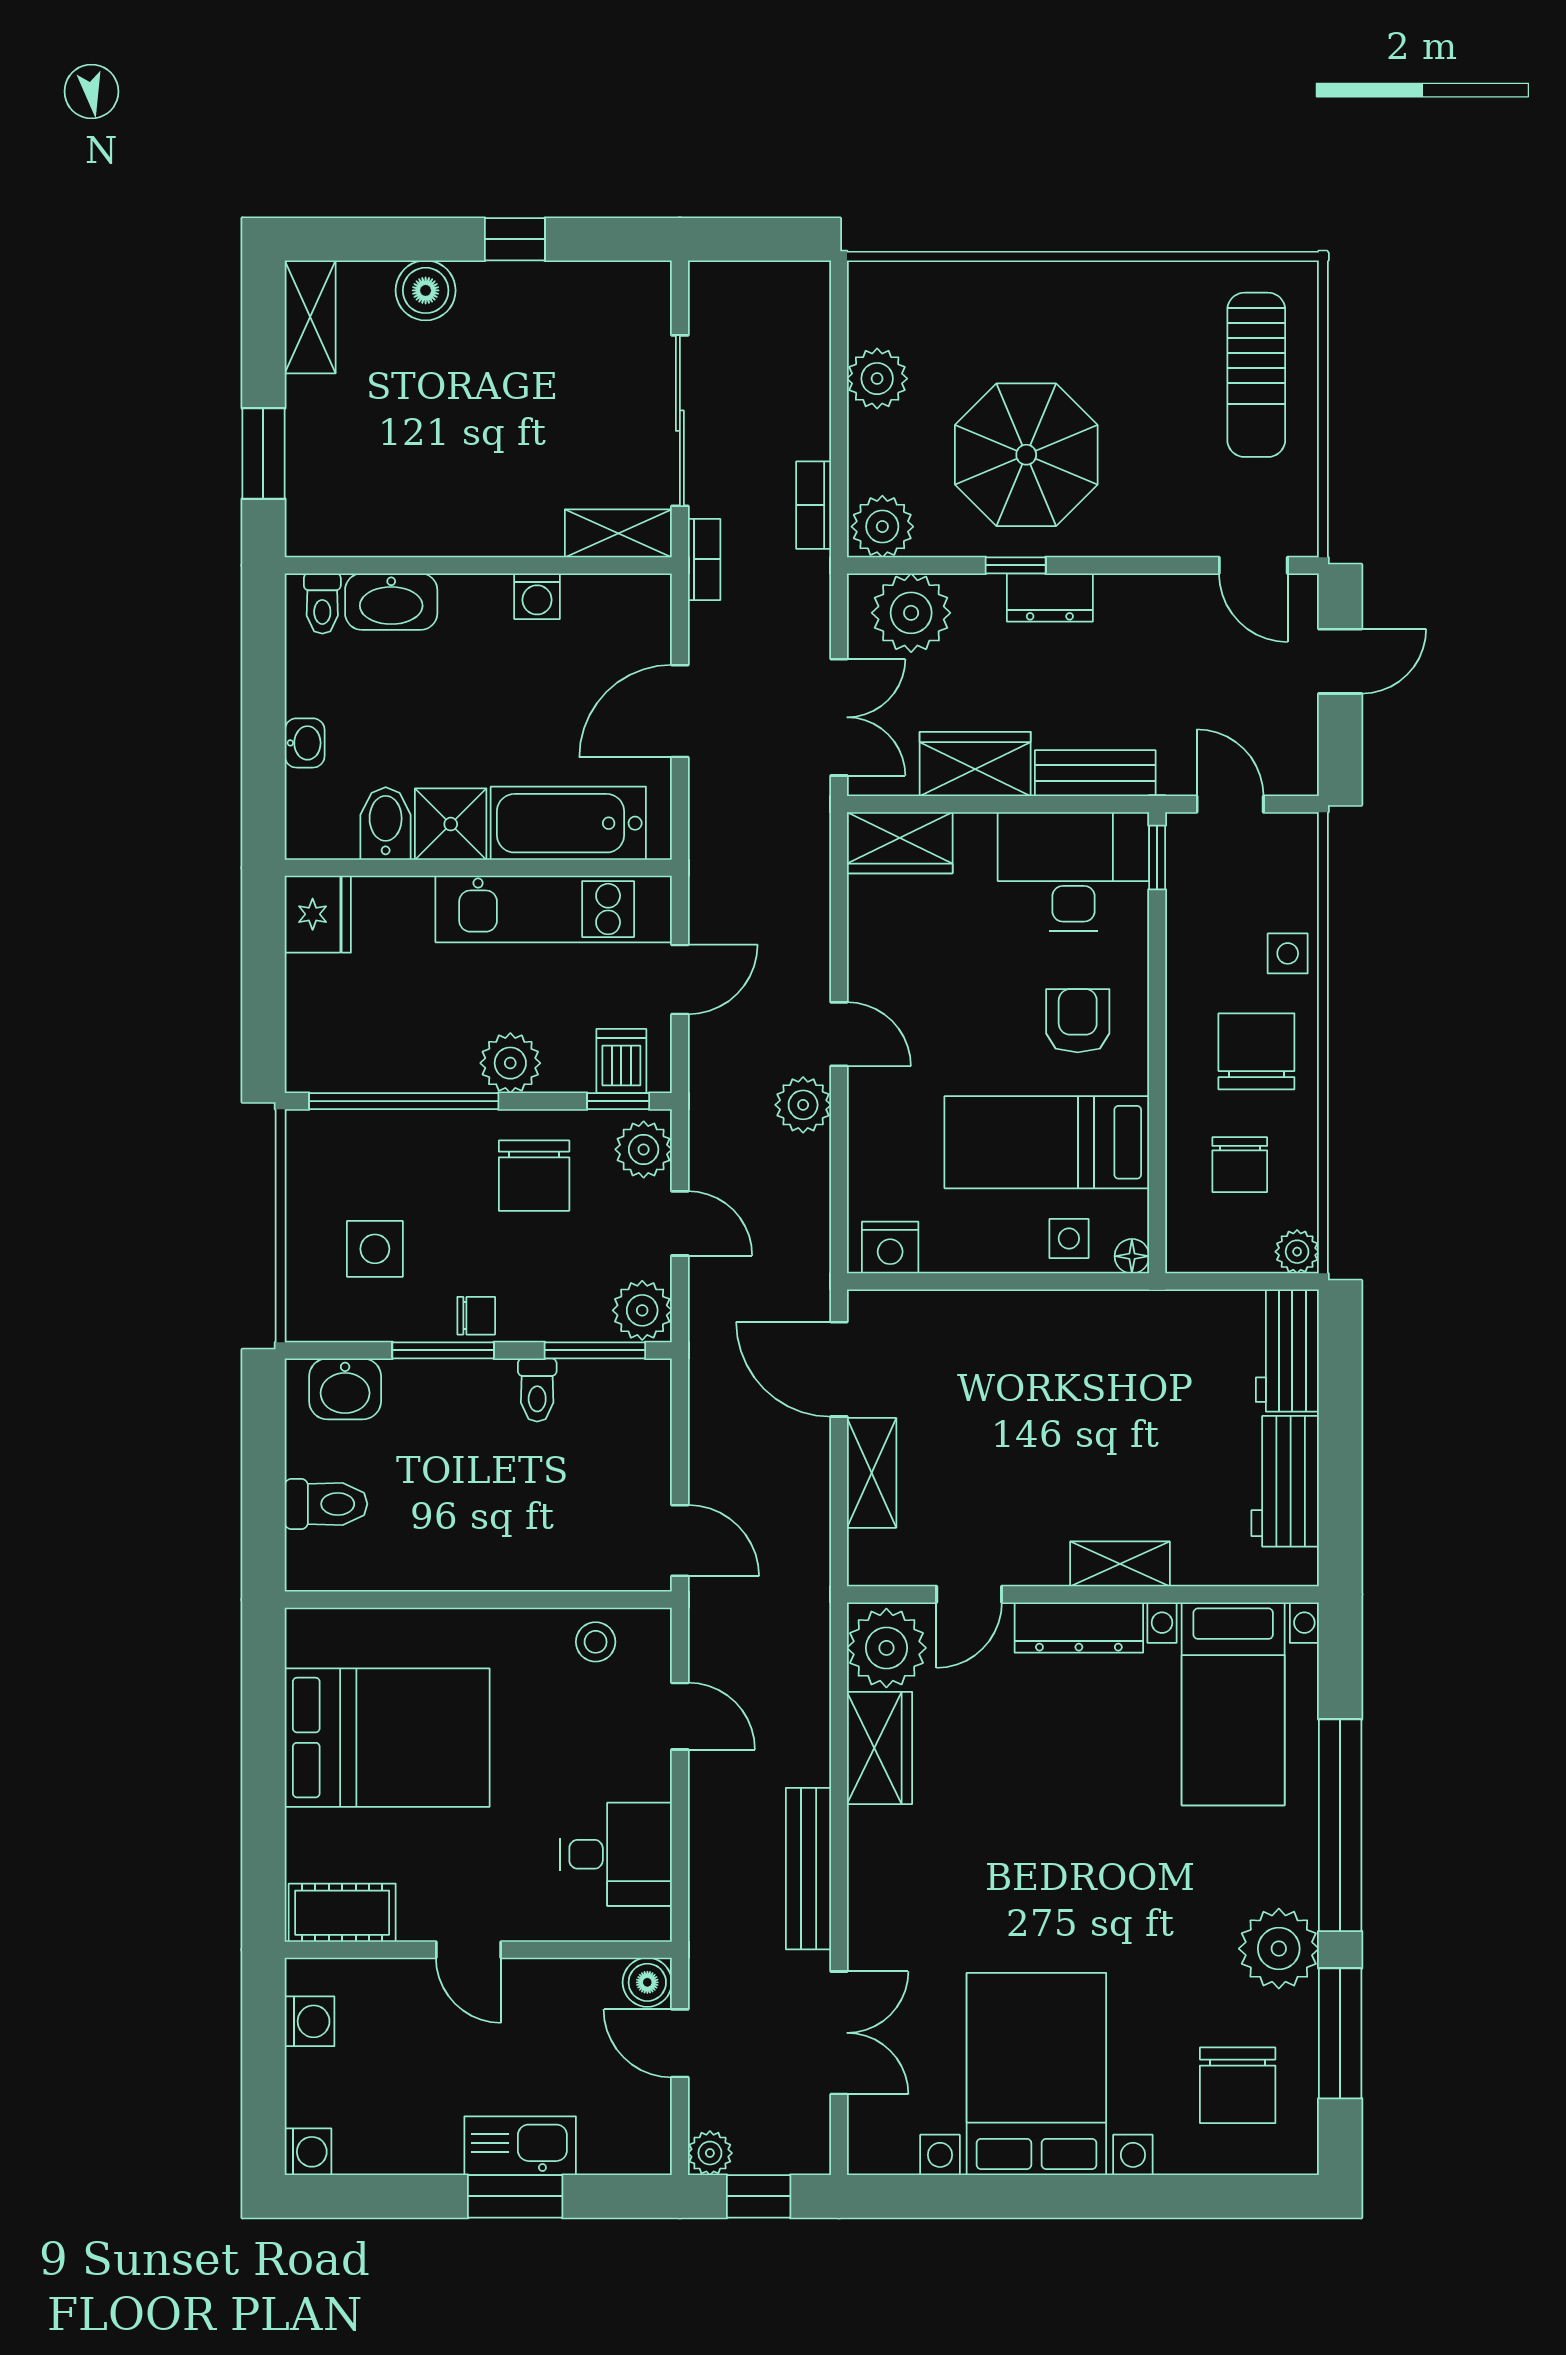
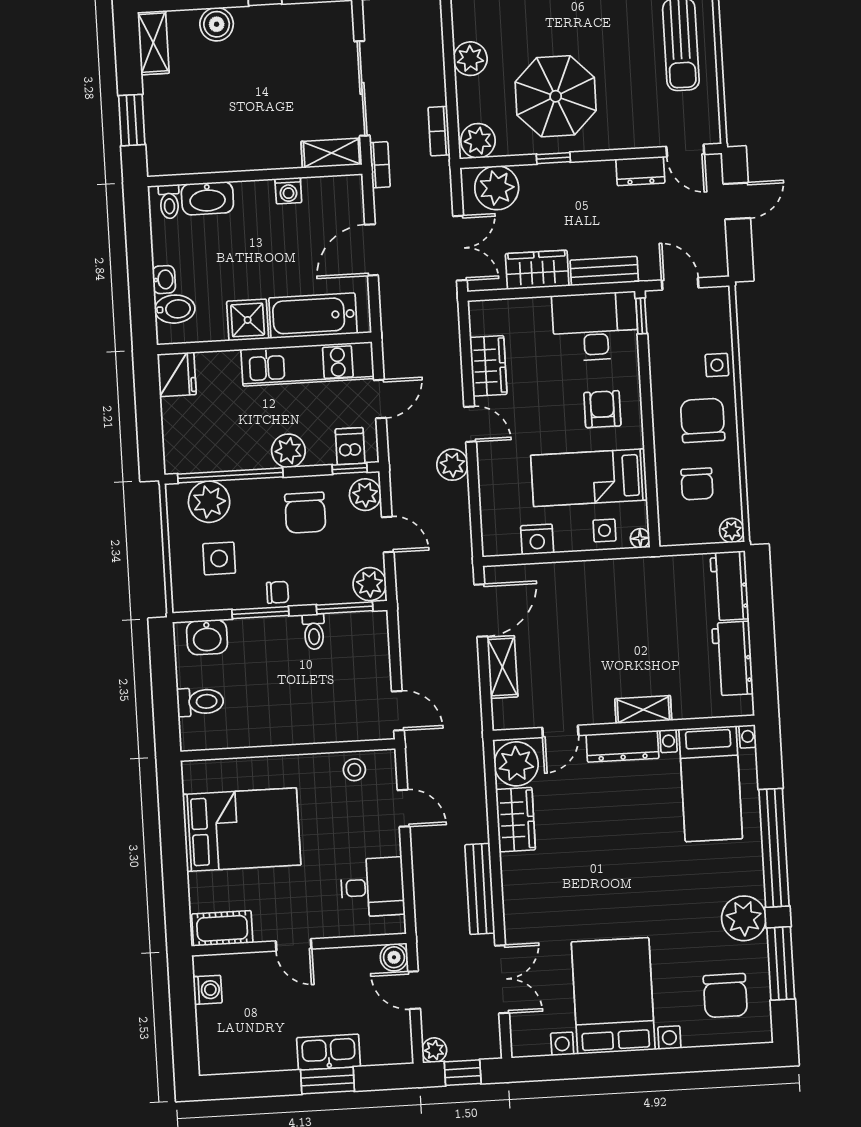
dresser: (1050, 598) -> (640, 171), moved
bidet: (386, 823) -> (175, 309), moved, turned 90
wardrobe: (900, 843) -> (488, 366), moved, turned -90
plant: (363, 1146) -> (209, 502), added
nightstand: (890, 1248) -> (537, 539), moved
door: (839, 1369) -> (481, 611), swing flipped
washing machine: (308, 2152) -> (211, 1062), removed

